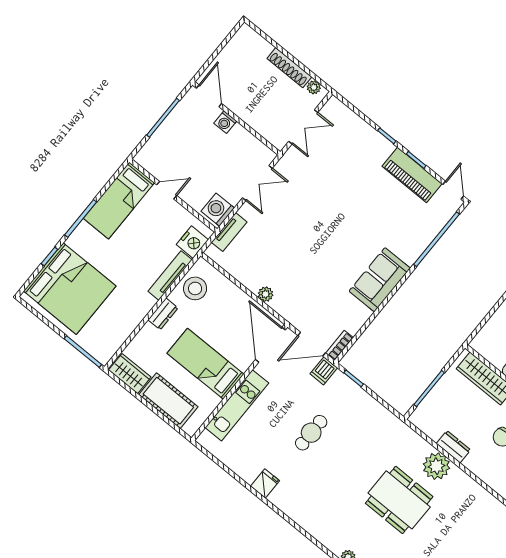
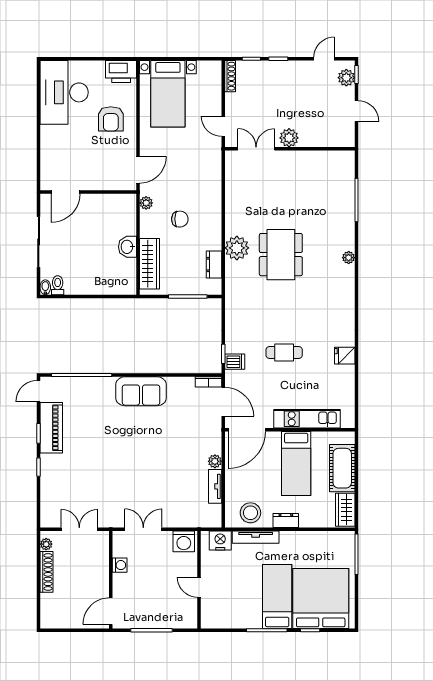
washing machine: (225, 122) -> (120, 565), moved
bed: (119, 200) -> (277, 597), moved, turned -90
tv unit: (229, 232) -> (215, 486), moved, turned -90
dishwasher: (324, 371) -> (235, 362), moved
dresser: (453, 447) -> (214, 265), moved

